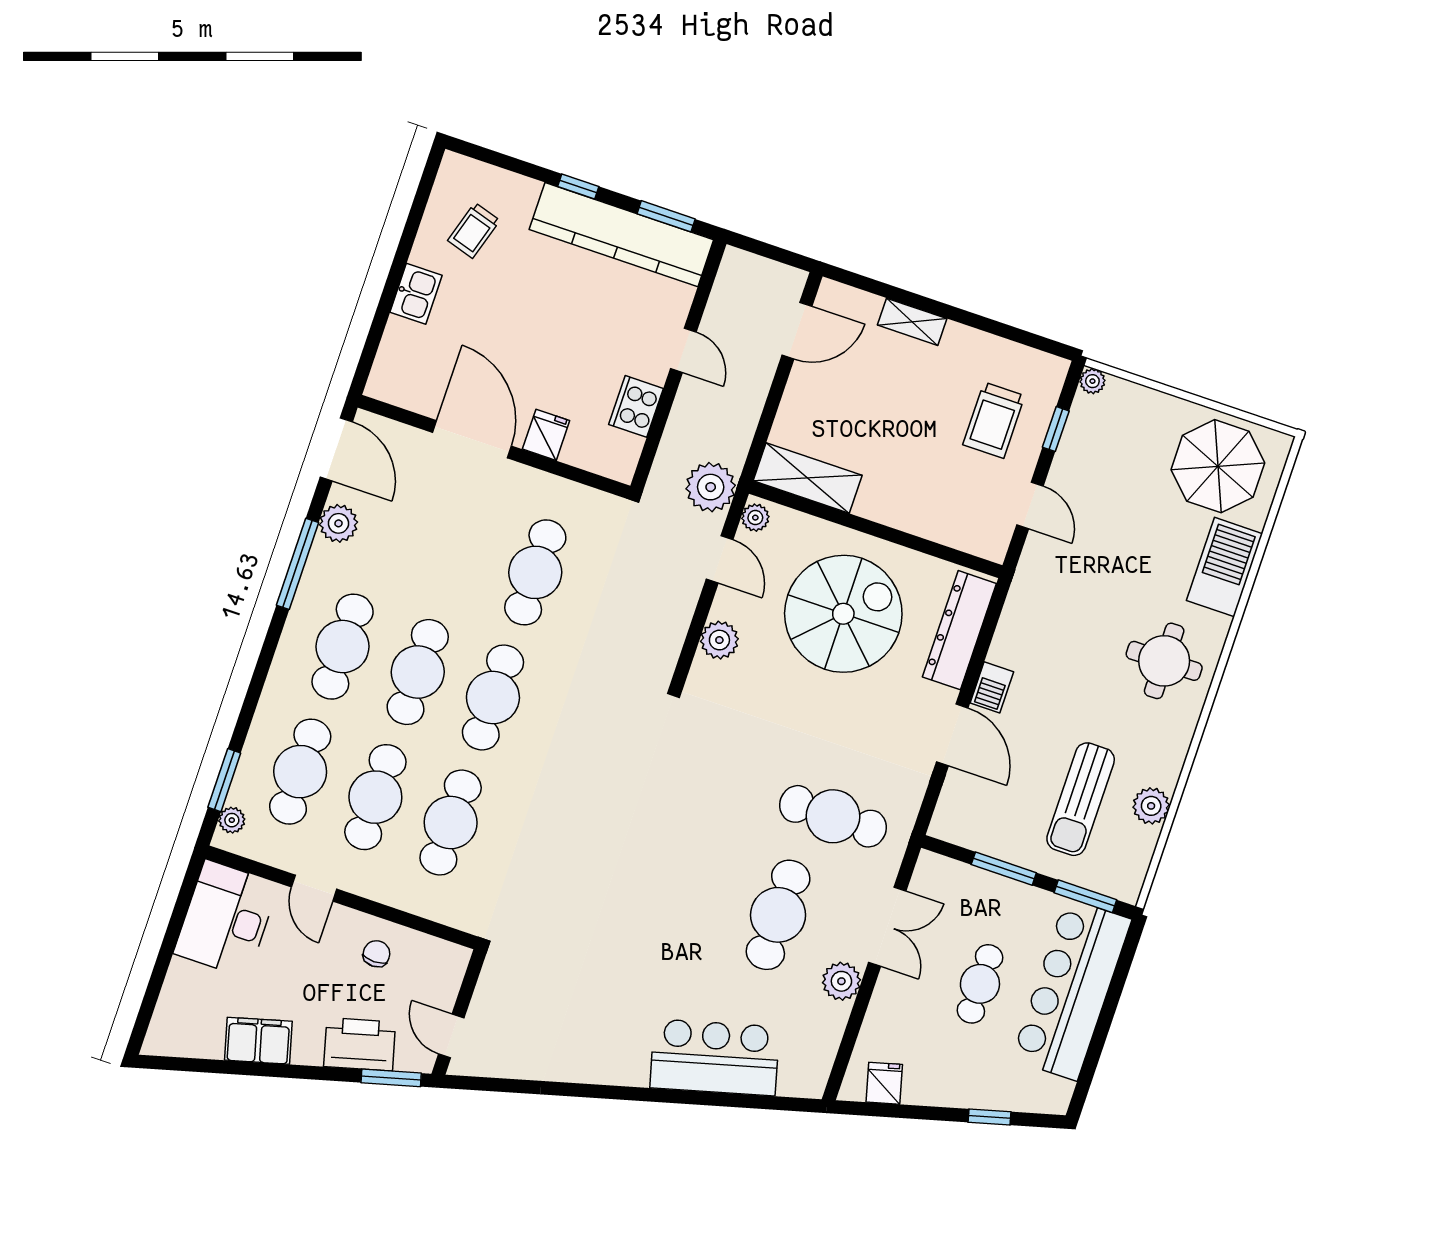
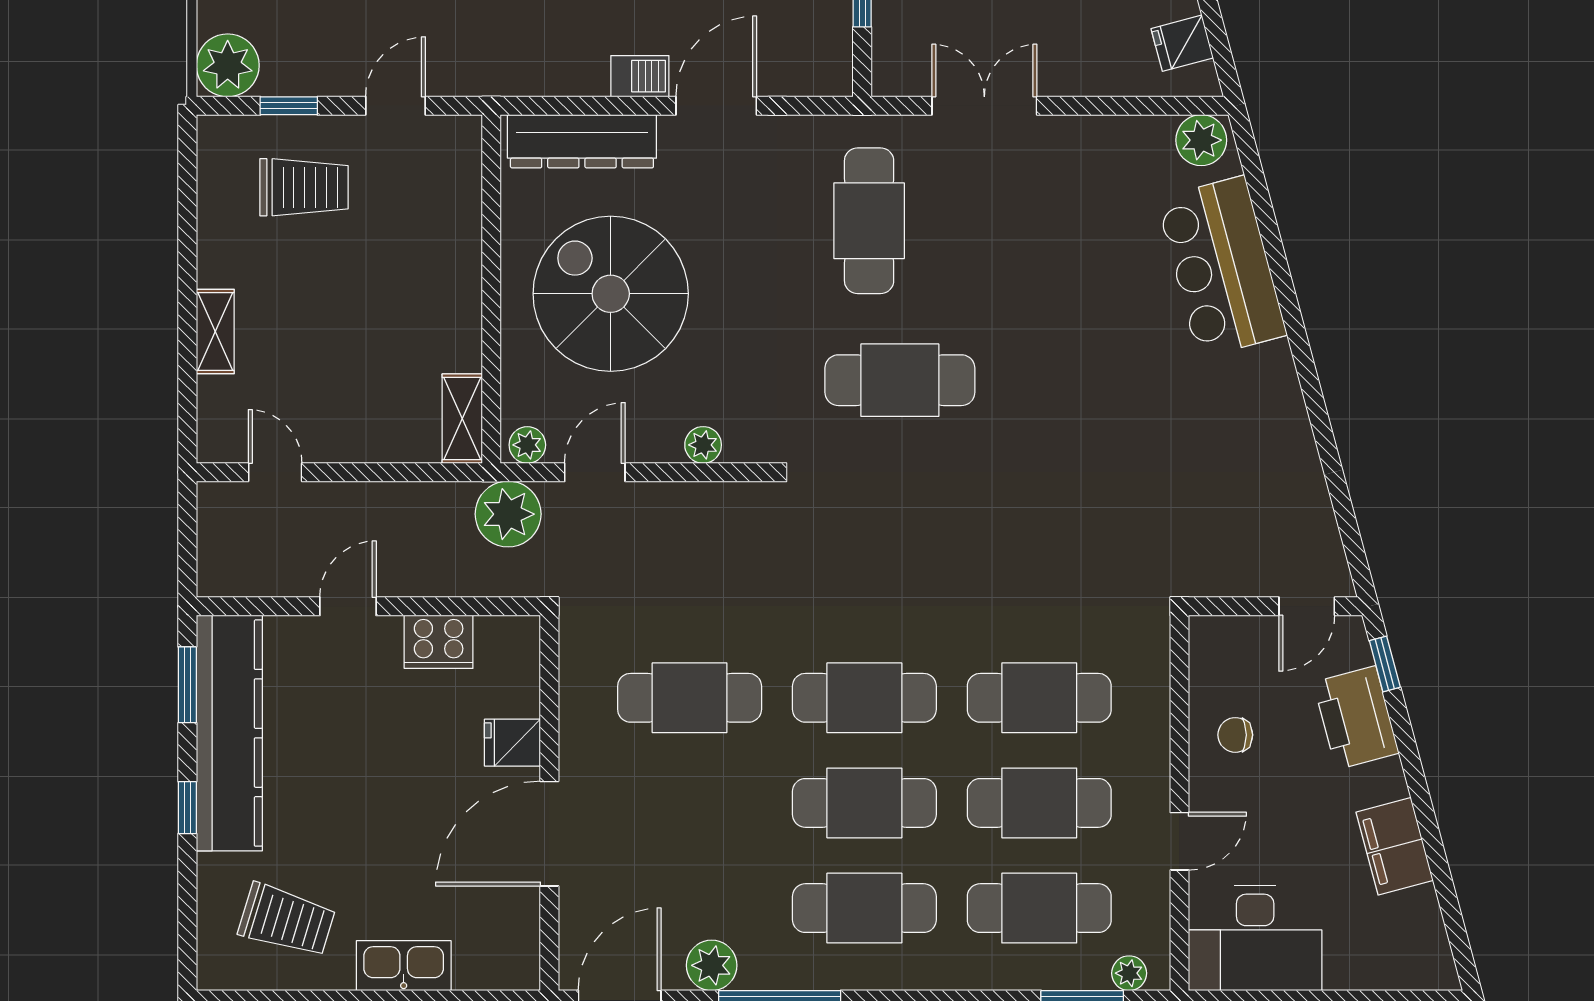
trolley: (474, 230) -> (287, 920), width x1.36, depth x1.39
kitchen sink: (416, 294) -> (404, 966), width x1.38
door: (797, 331) -> (275, 472), width x0.73
plant: (1092, 381) -> (228, 65), width x1.87, depth x1.87
shelving: (808, 478) -> (462, 419), width x0.67, depth x0.75
plant: (719, 640) -> (703, 445), width x0.73, depth x0.73
cafe table: (778, 915) -> (900, 380), moved
plant: (841, 981) -> (1201, 140), moved
window: (391, 1078) -> (1385, 664), width x0.67

